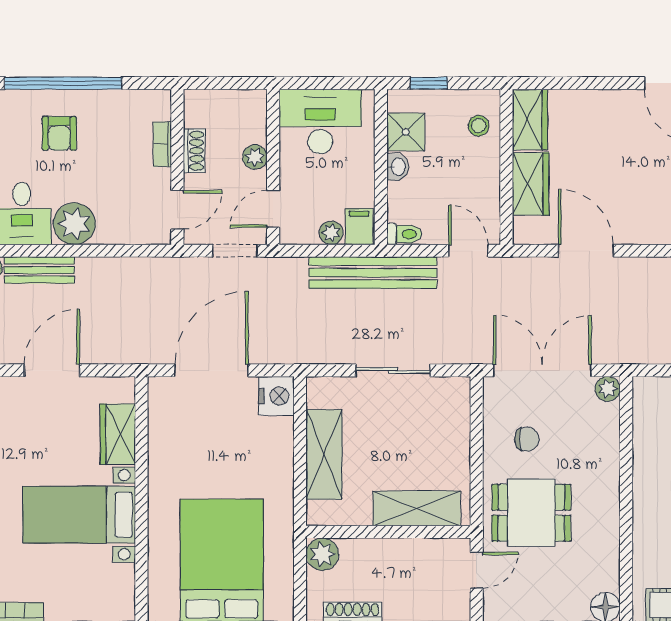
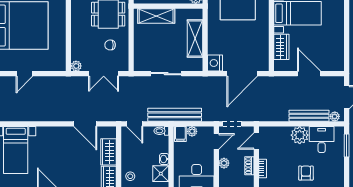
bench: (39, 270) -> (309, 116), width x1.36
door: (52, 370) -> (309, 74), swing flipped
double door: (542, 370) -> (104, 74), width x0.73

